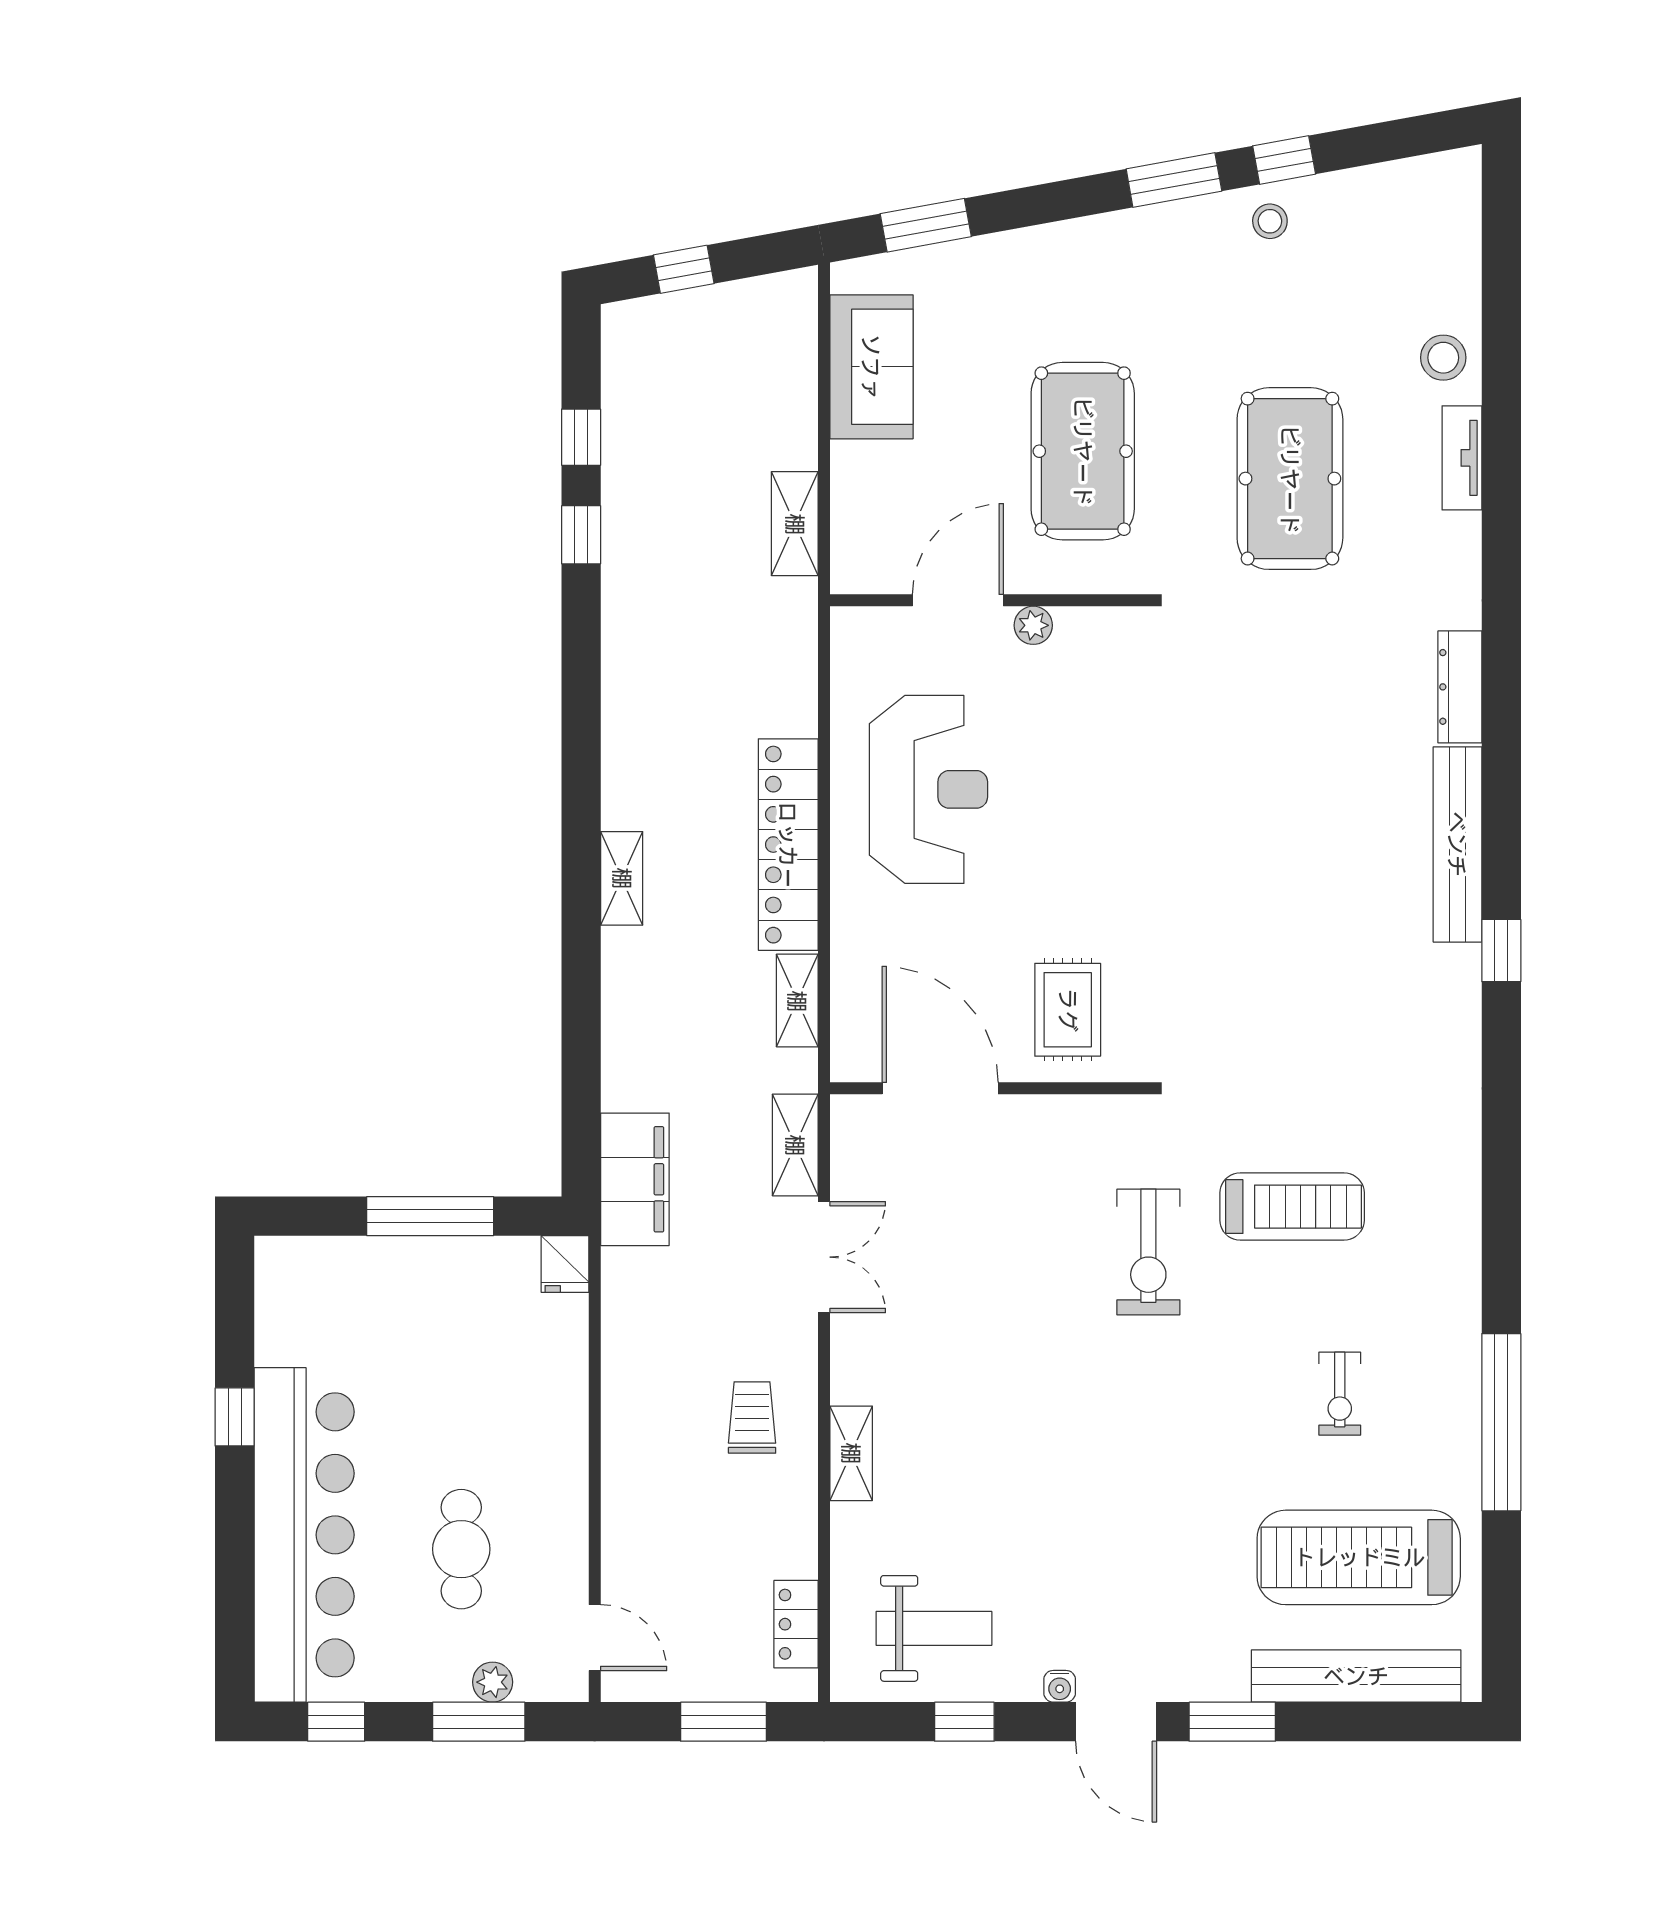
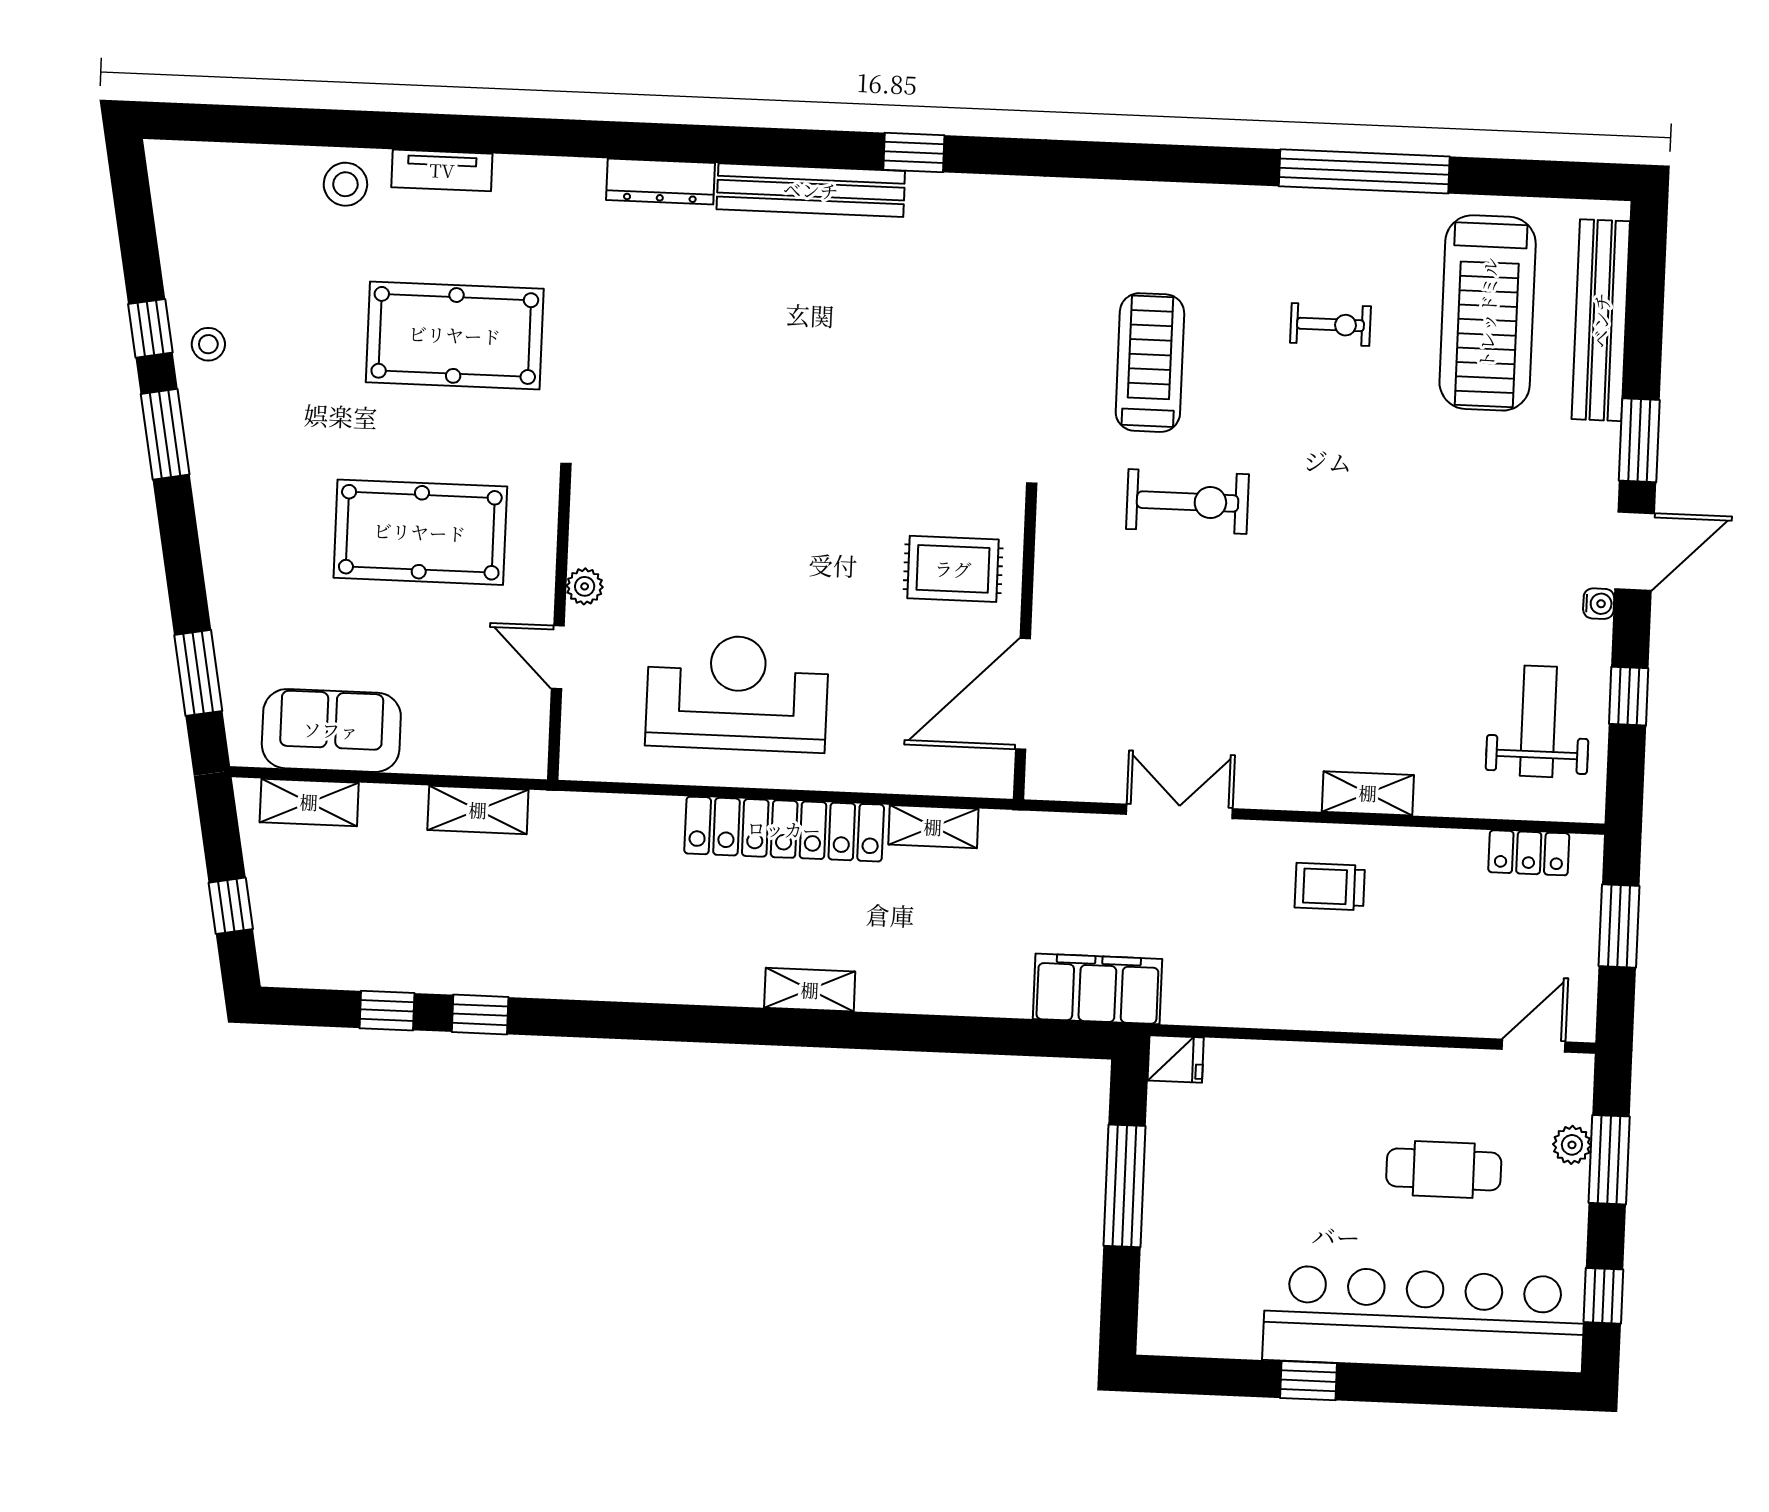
door: (958, 600) -> (558, 657), width x0.73
shelving: (795, 1145) -> (309, 802), moved

